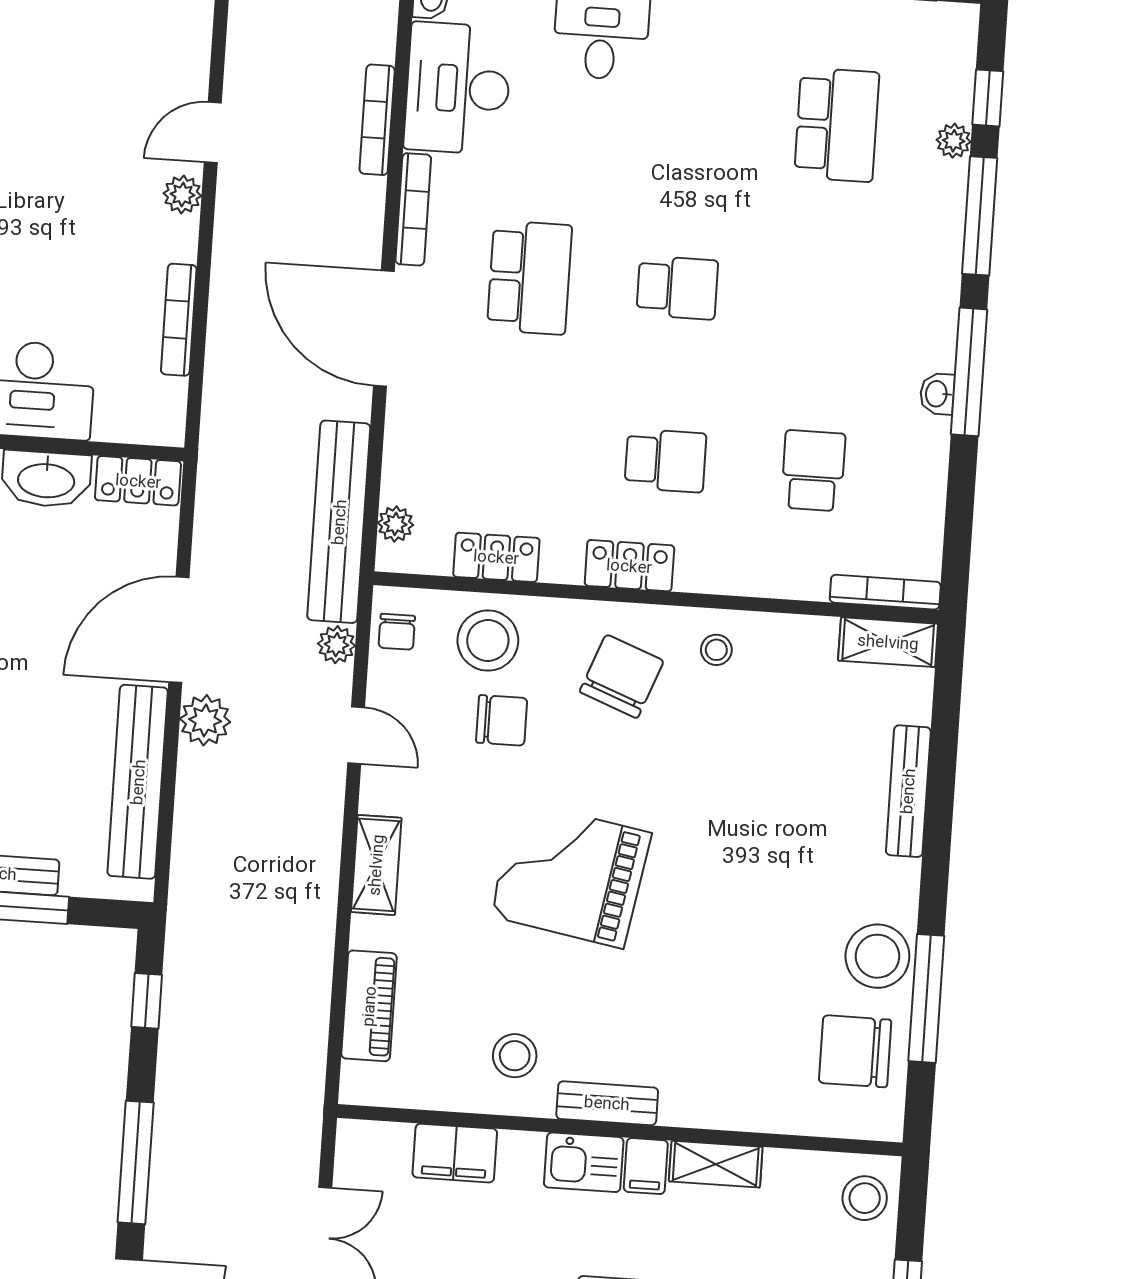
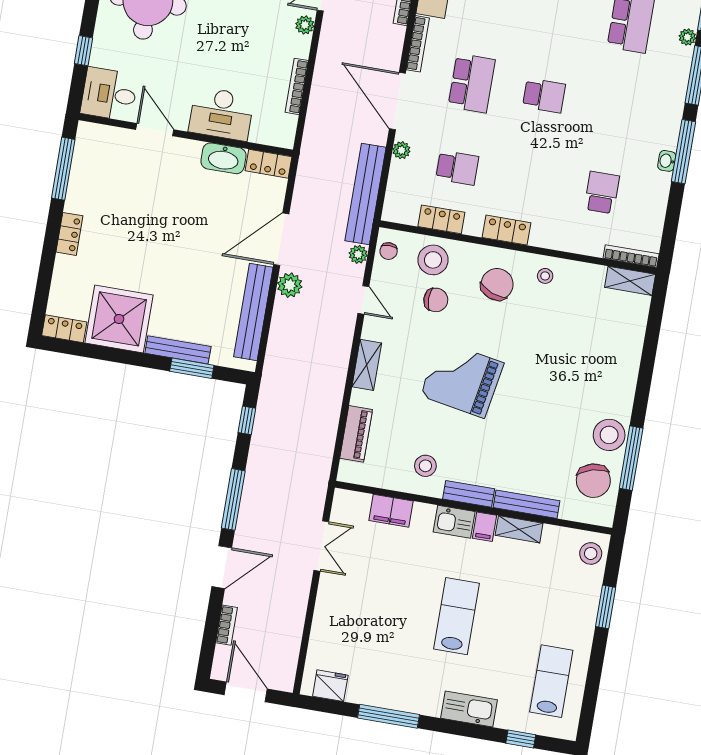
school desk: (665, 461) -> (457, 168), moved
plant: (395, 524) -> (401, 150), moved
bench: (908, 791) -> (527, 504), moved, turned 90
chair: (855, 1051) -> (593, 481), turned -105

